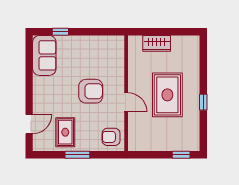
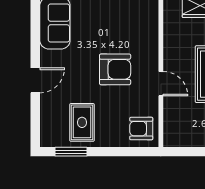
door: (29, 124) -> (35, 80), moved
window: (77, 155) -> (71, 152), moved

